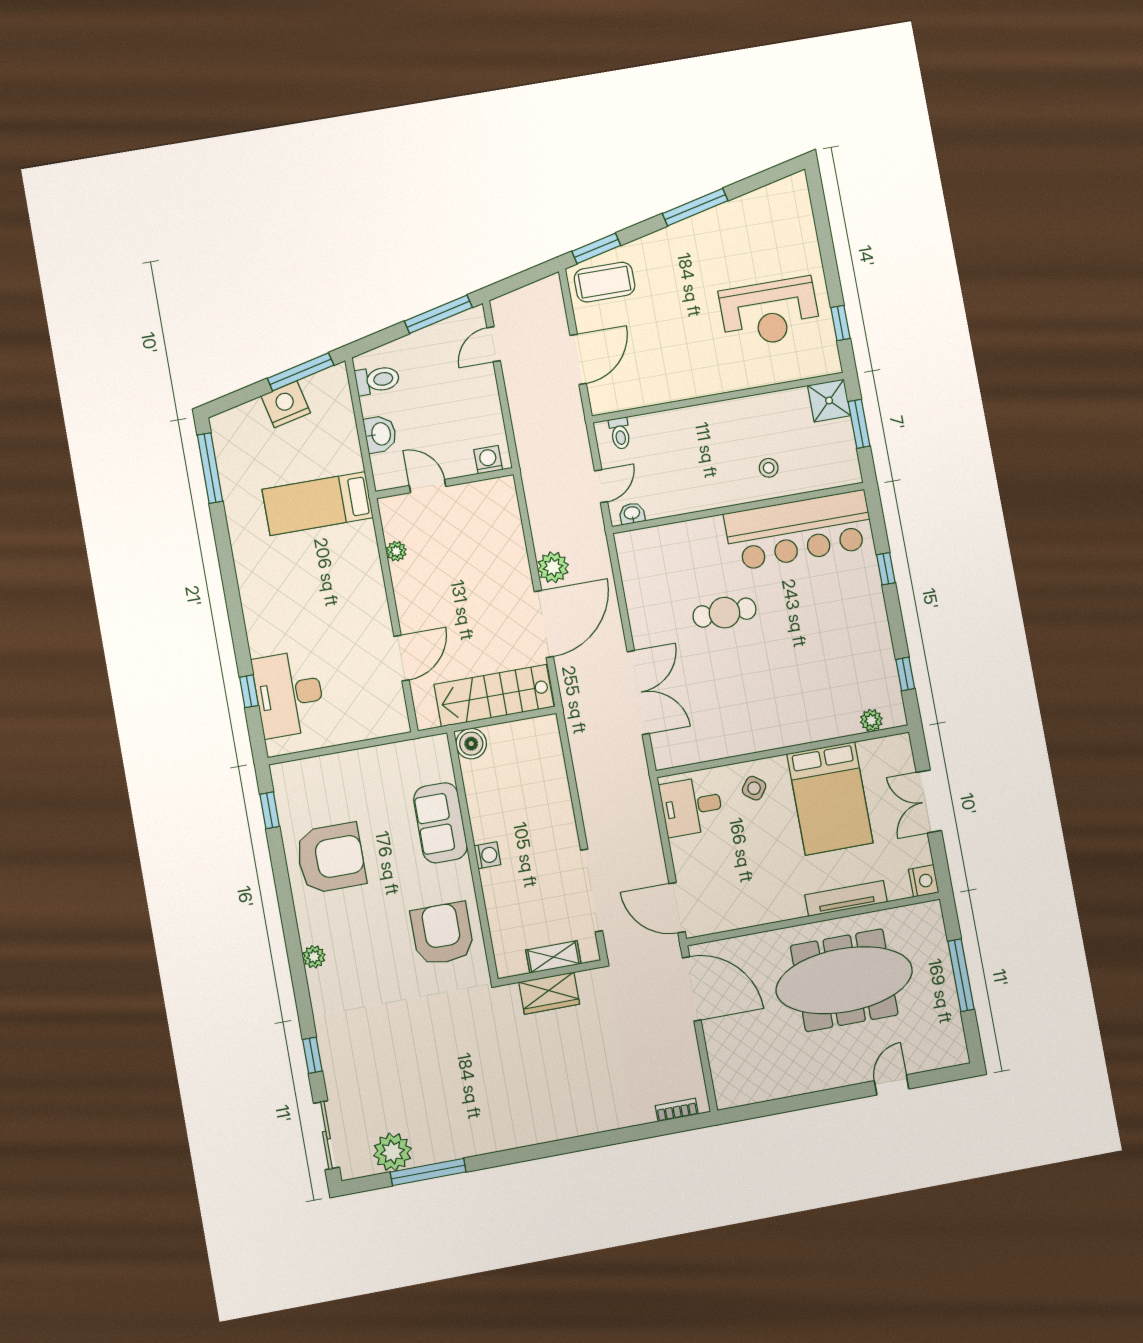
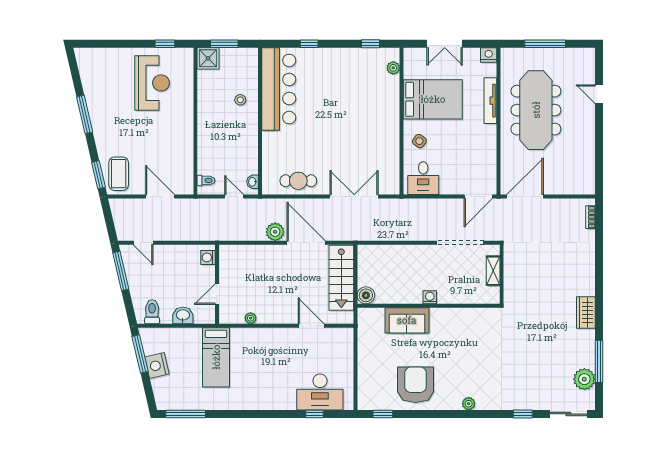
cafe table: (724, 613) -> (298, 181), moved, turned 90
armchair: (442, 934) -> (469, 330), removed
wardrobe: (549, 993) -> (586, 313), moved, turned 180

